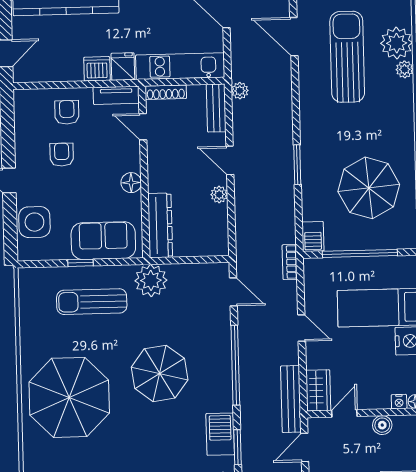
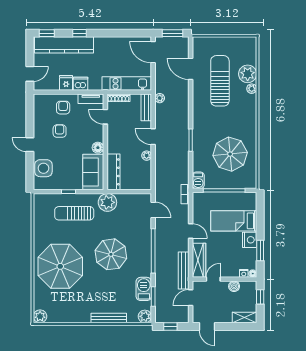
fridge: (123, 66) -> (66, 83), moved
sofa: (103, 241) -> (93, 172), moved, turned -90
wardrobe: (318, 390) -> (199, 260), width x1.50

